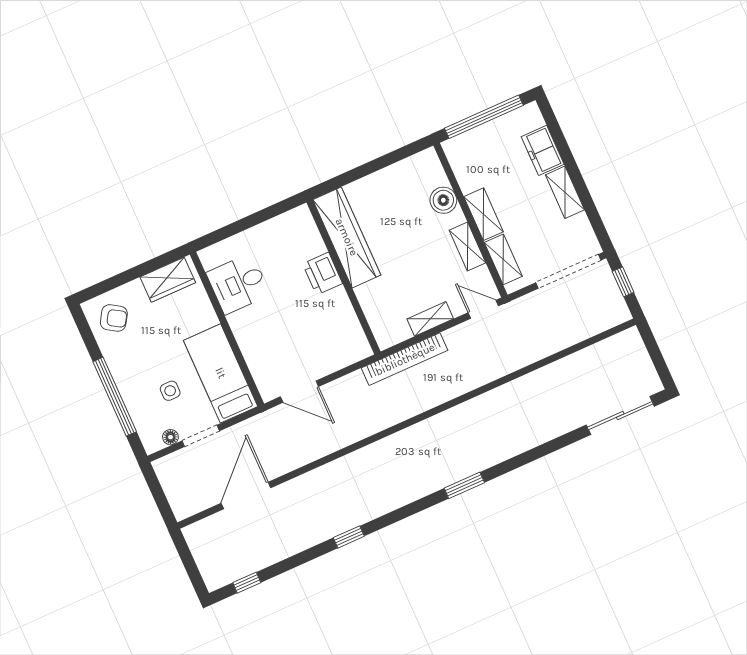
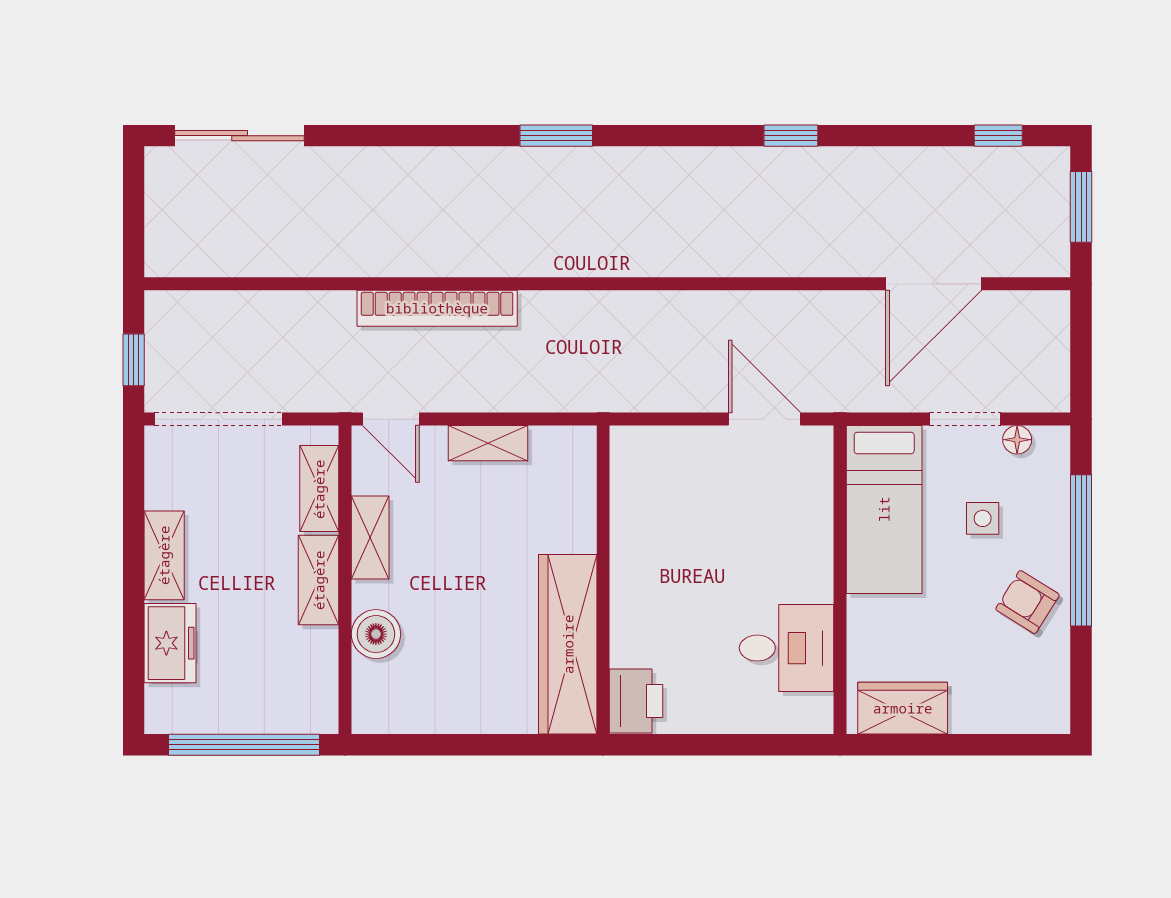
printer: (323, 274) -> (636, 701), moved
armchair: (114, 318) -> (1027, 602), moved
bookcase: (405, 359) -> (437, 308), moved, turned 180
window: (190, 566) -> (1081, 207), added

